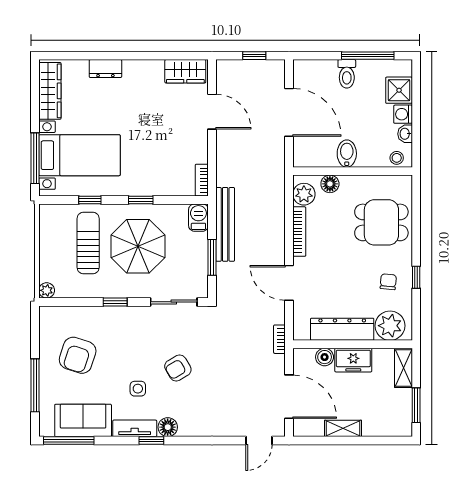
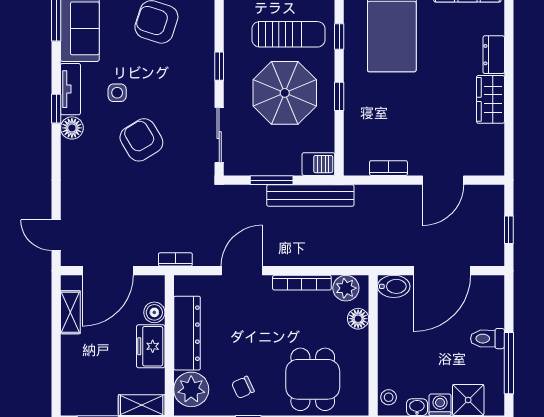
wardrobe: (185, 71) -> (490, 99), moved
bidet: (347, 154) -> (394, 286), moved
bookcase: (202, 180) -> (388, 168), moved
chair: (388, 282) -> (243, 387), turned 150
armchair: (178, 368) -> (141, 140), width x1.38, depth x1.38
shelving: (343, 428) -> (70, 312), moved

